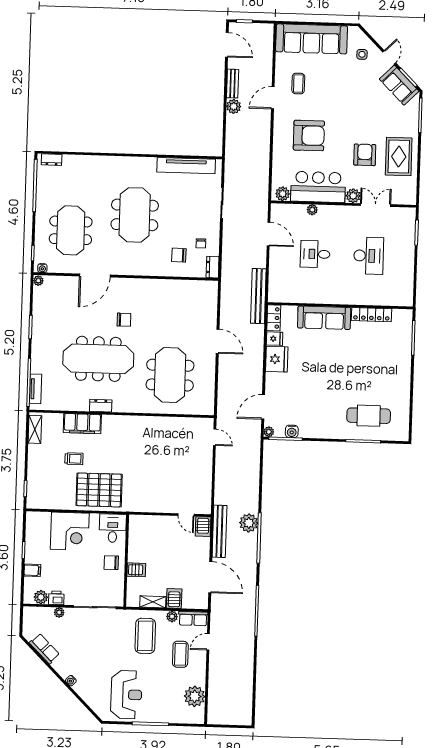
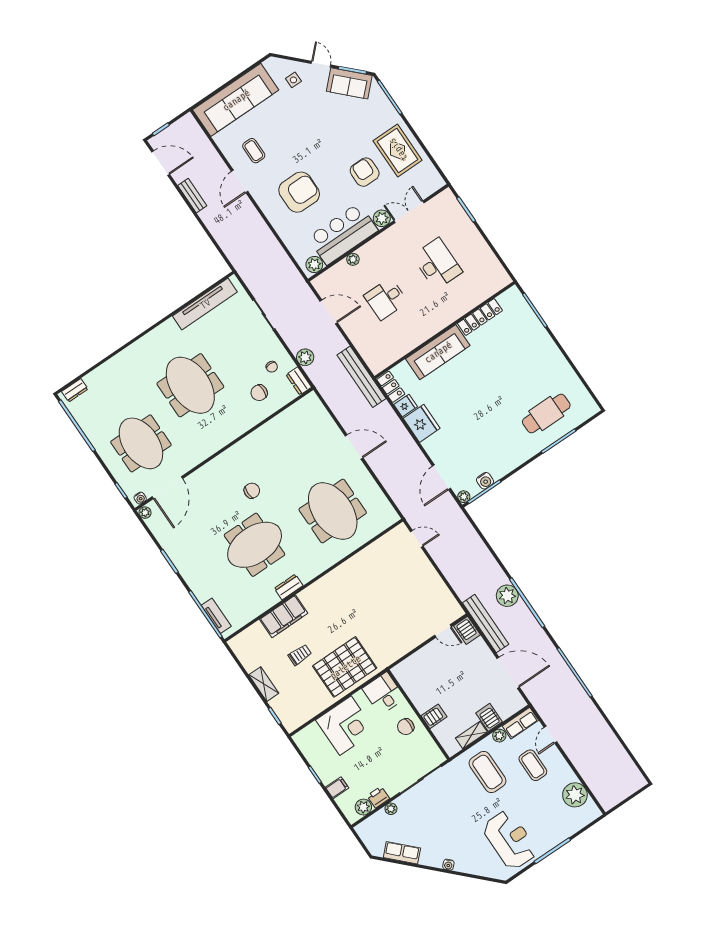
plant: (234, 106) -> (305, 357), moved
door: (95, 276) -> (167, 488), moved
meeting table: (98, 359) -> (255, 545), width x0.73
shelving: (35, 429) -> (264, 684), moved

